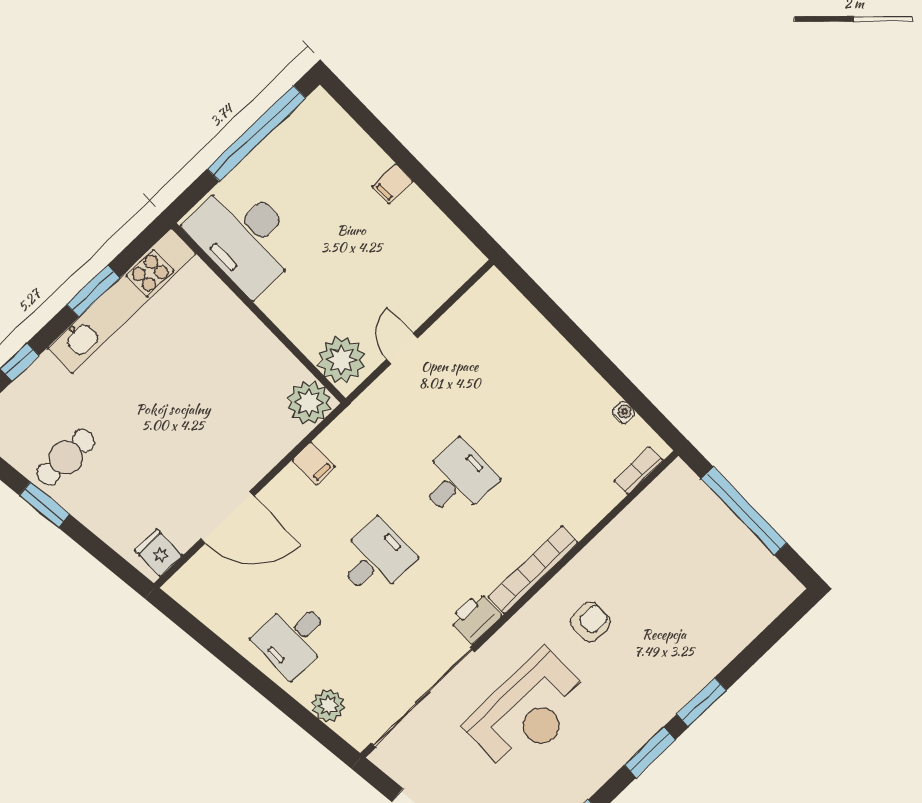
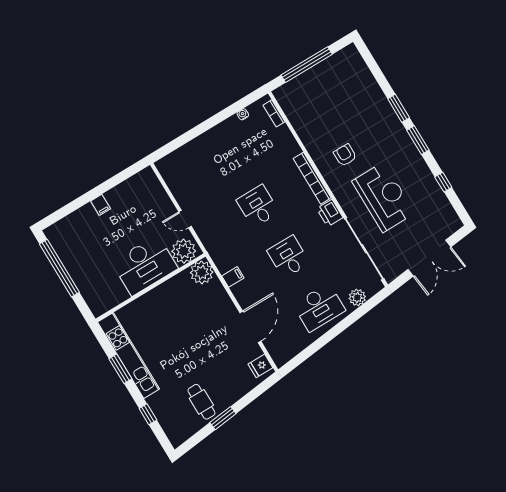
desk: (244, 237) -> (145, 265), moved
desk: (293, 638) -> (319, 307), width x1.37

